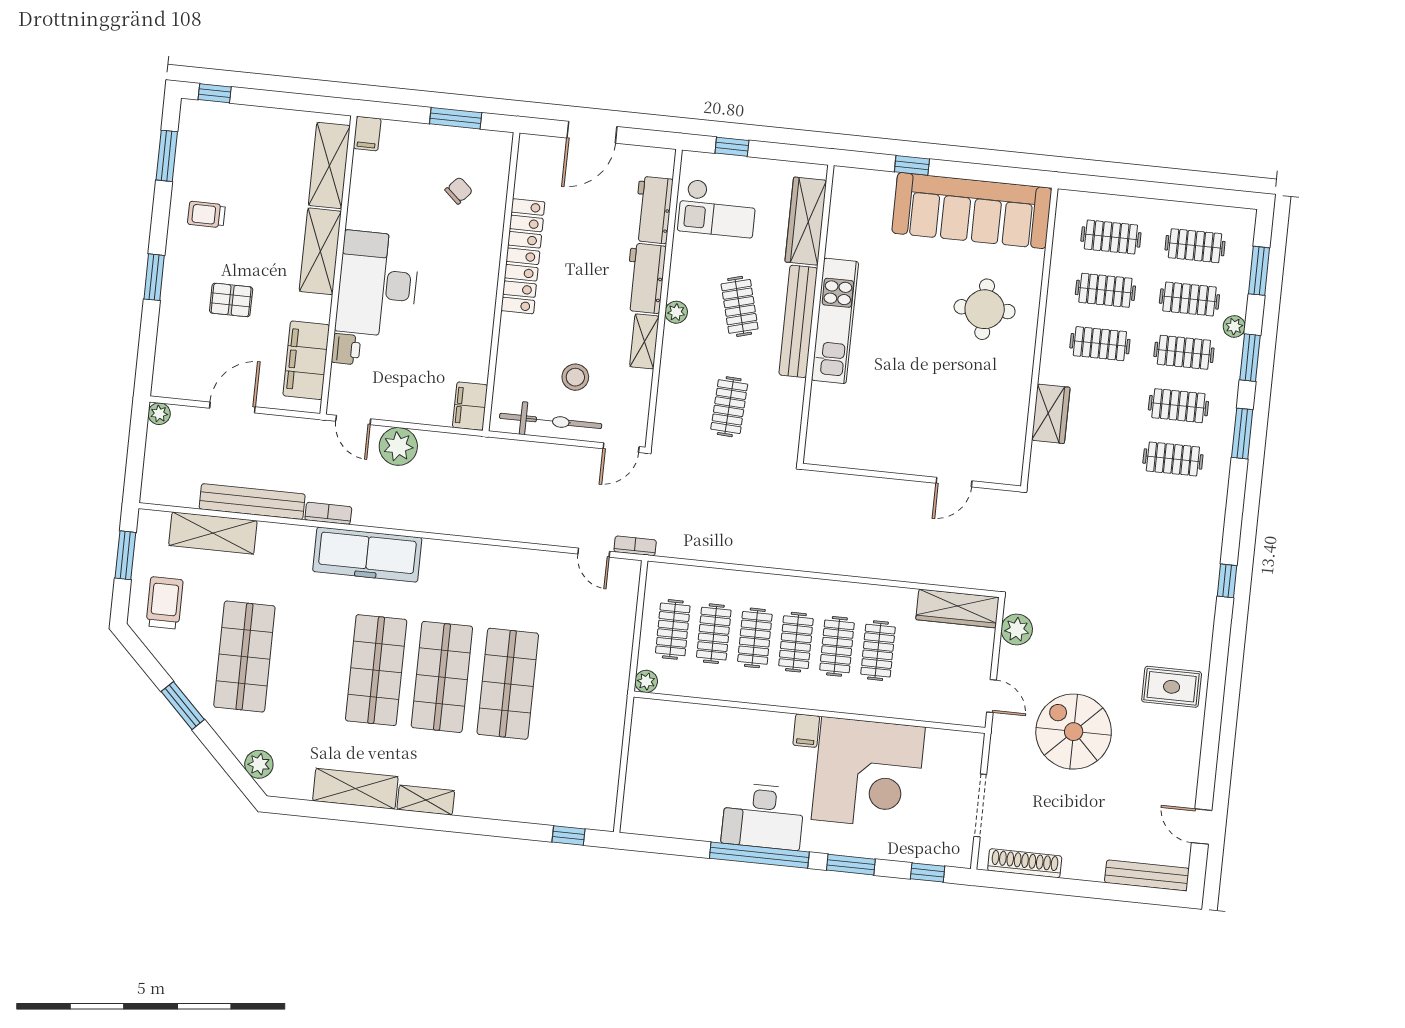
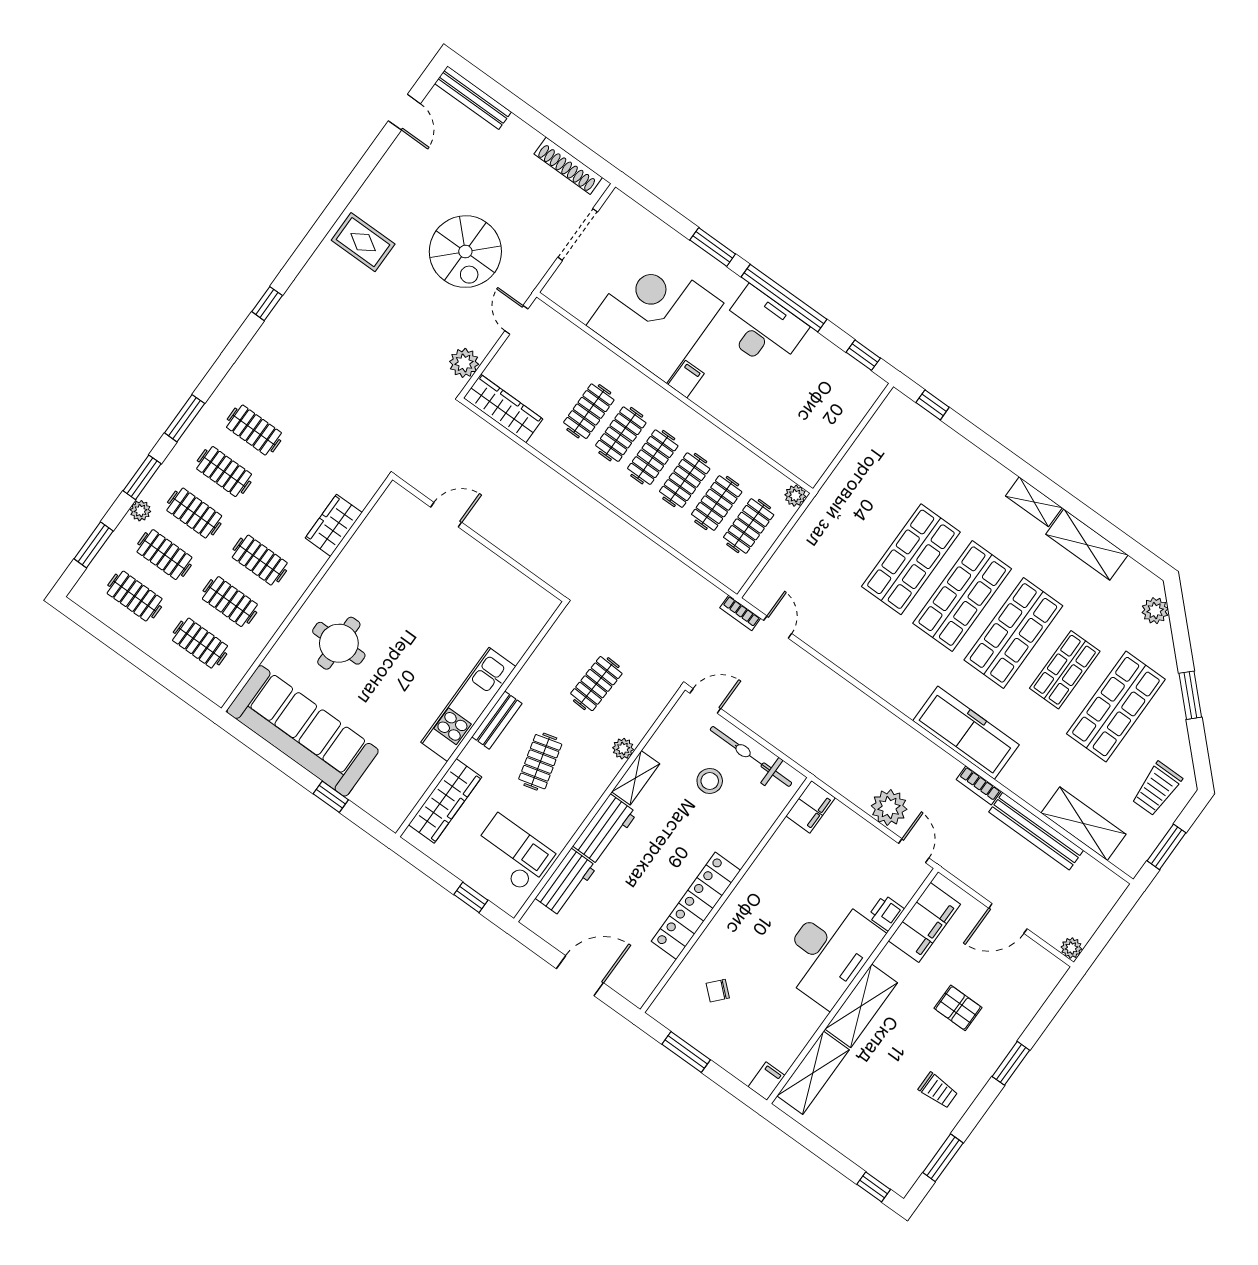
plant: (676, 312) -> (623, 749), moved
bench: (798, 321) -> (497, 720), width x0.54, depth x0.82
shop shelf: (310, 663) -> (1065, 670), added
window: (928, 873) -> (863, 355), moved

